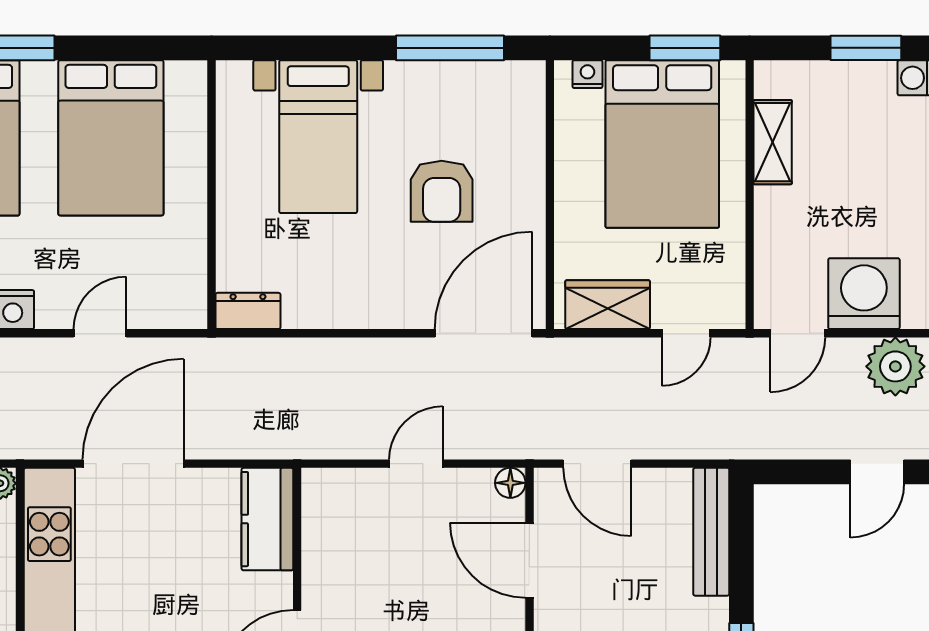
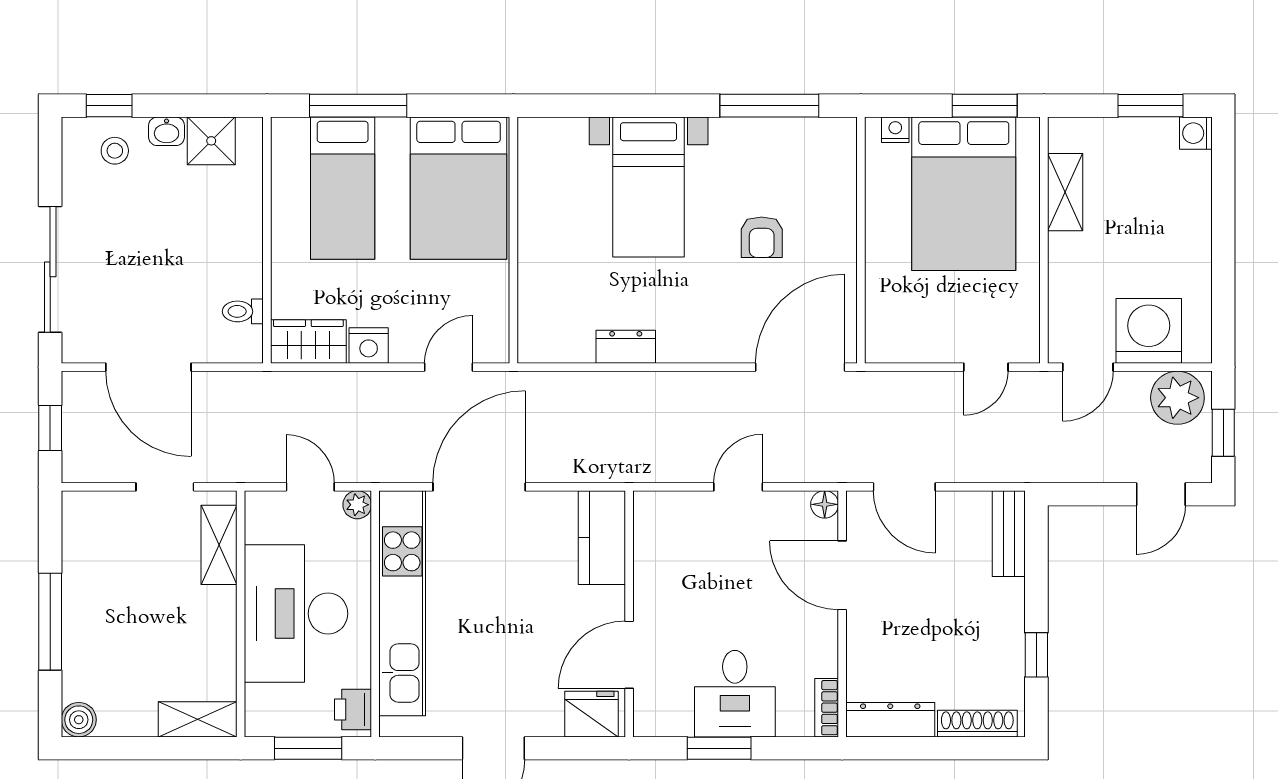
armchair: (442, 191) -> (762, 237), width x0.72, depth x0.72
wall: (212, 195) -> (513, 240), moved
wardrobe: (608, 305) -> (914, 341), removed
dresser: (248, 311) -> (626, 347), moved
bench: (711, 532) -> (1009, 534), width x0.73

